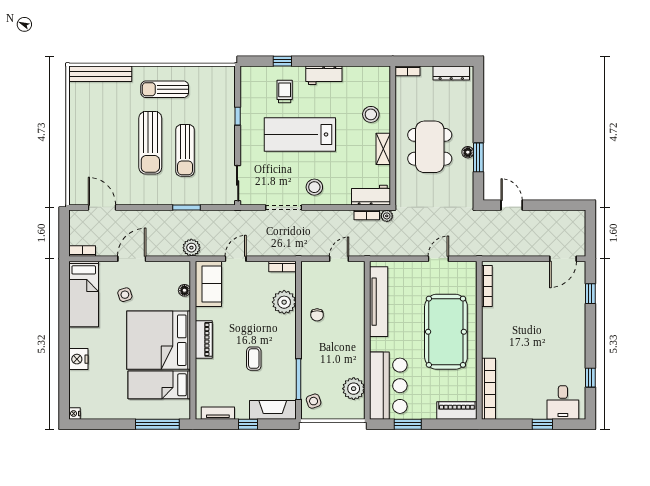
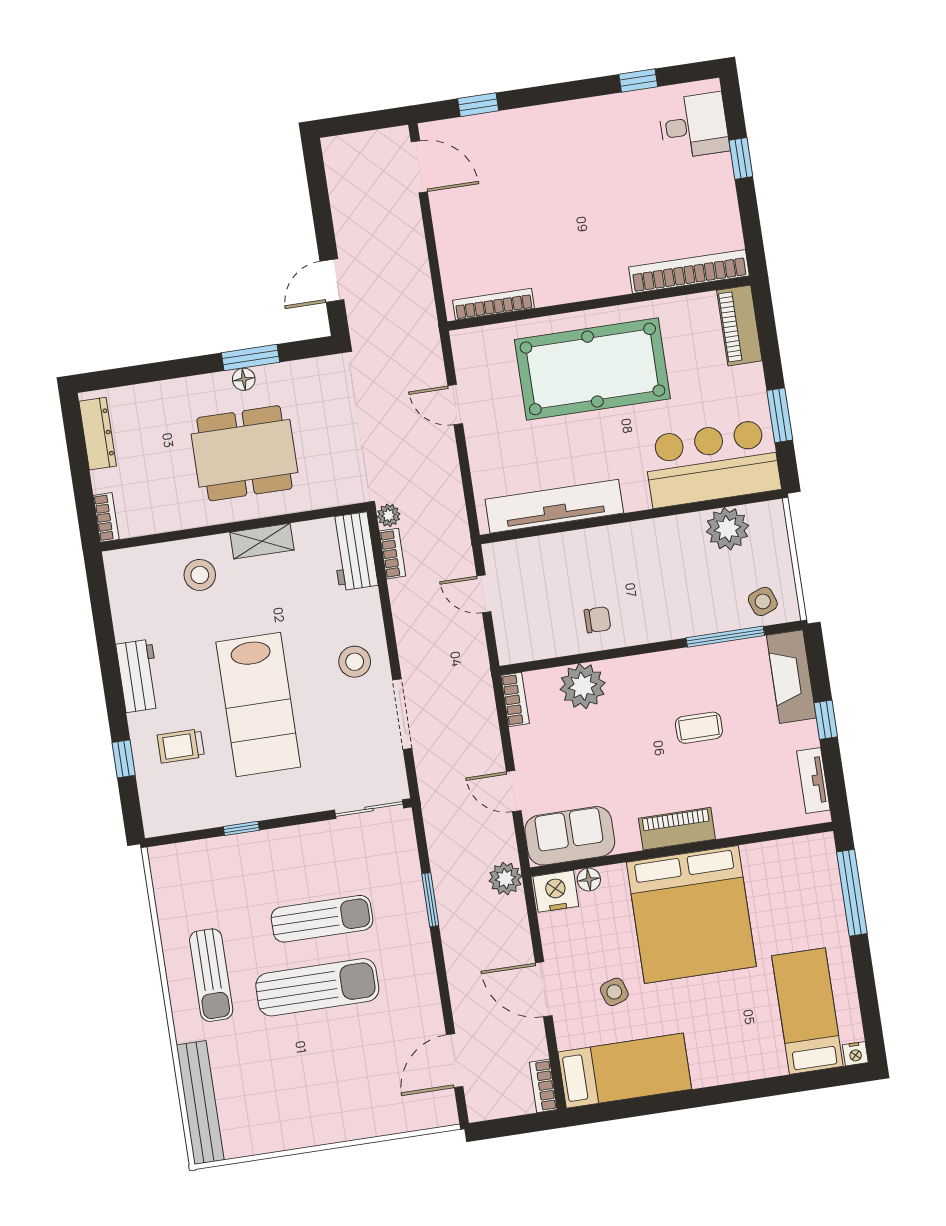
nightstand: (78, 359) -> (556, 891), moved, turned 180
bed: (159, 385) -> (807, 1011), moved, turned 180

